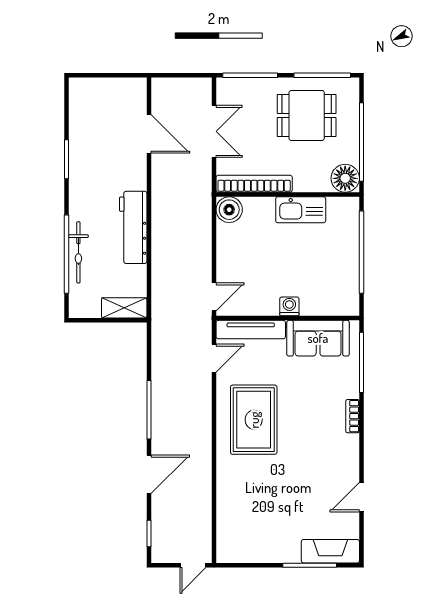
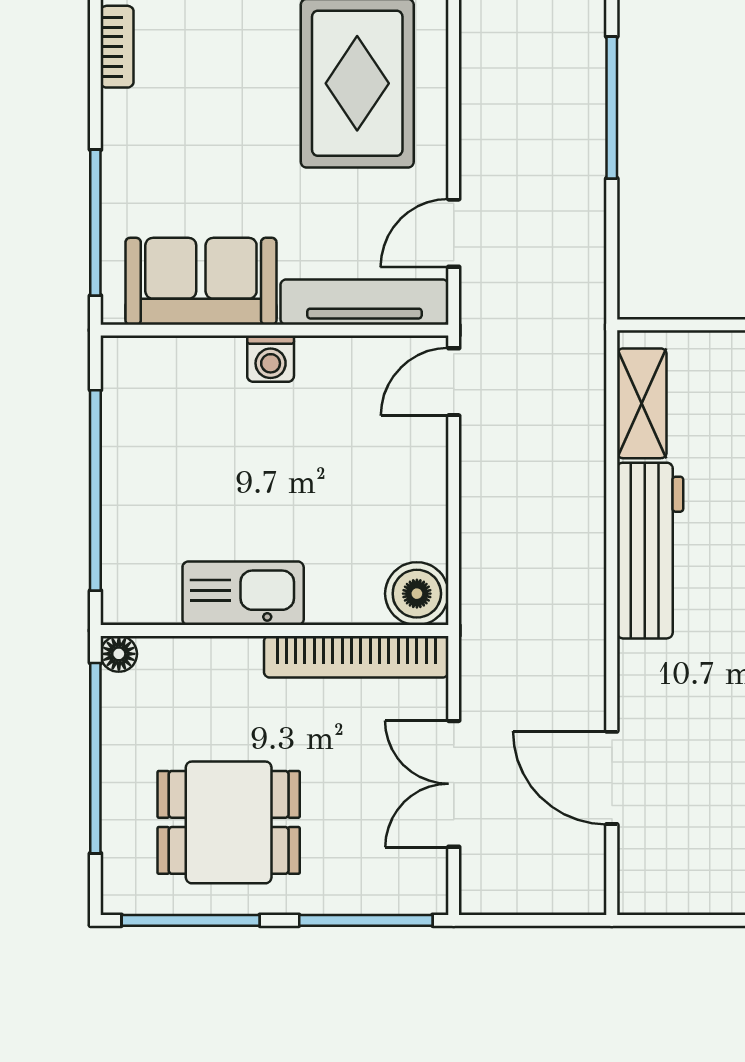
floor lamp: (345, 178) -> (119, 654), width x0.53, depth x0.53
shelving: (124, 308) -> (642, 403), moved, turned 90
bookcase: (353, 416) -> (117, 47), moved

